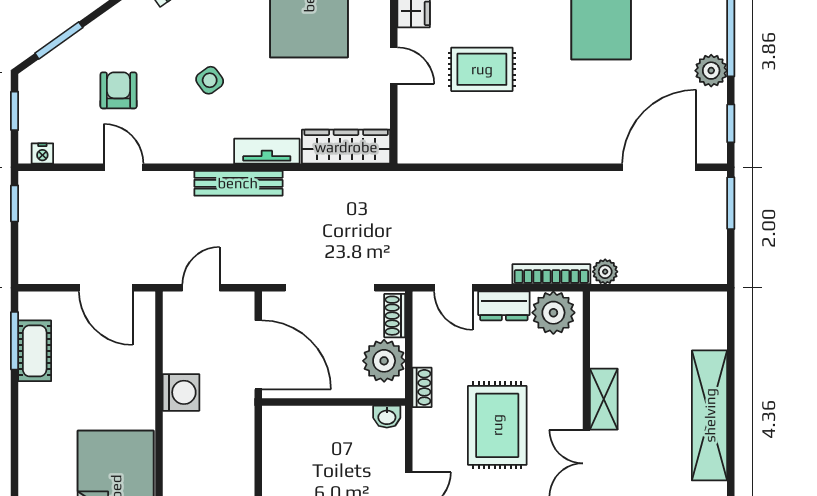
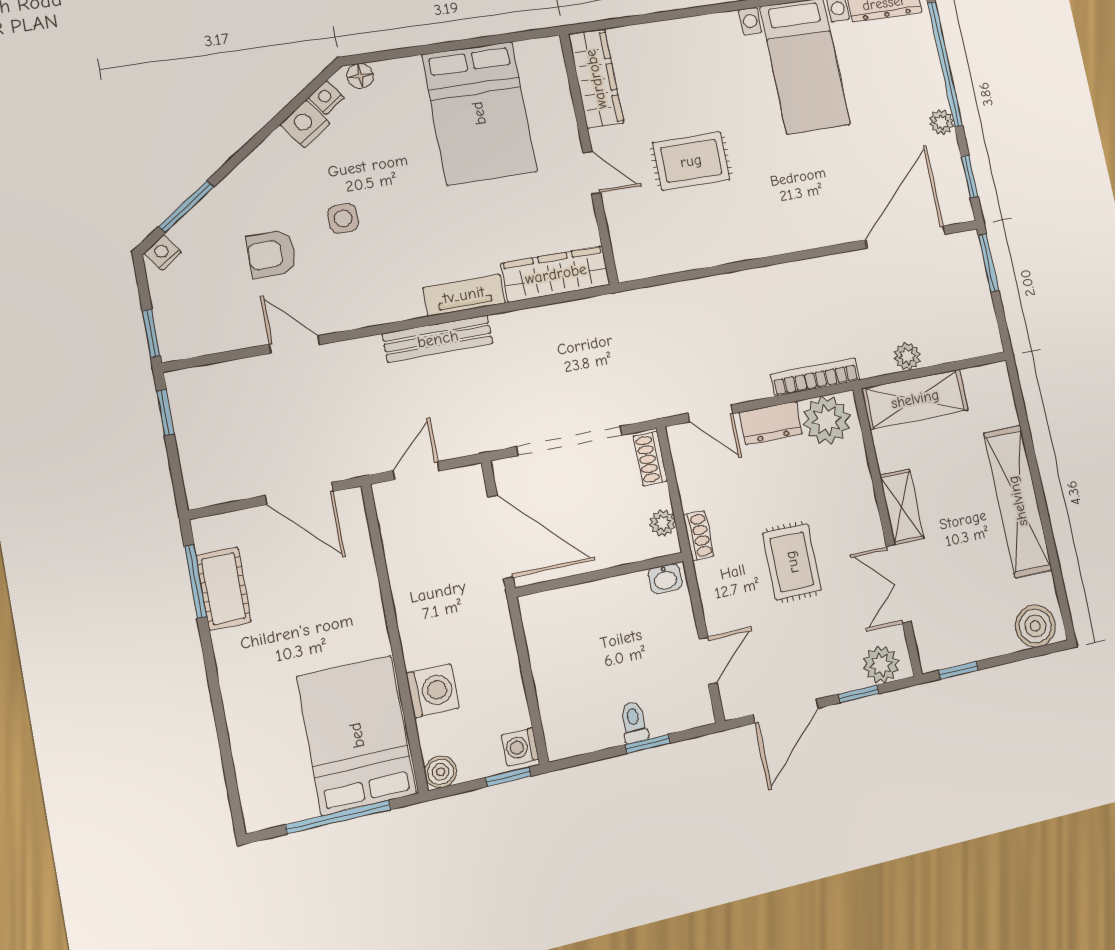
plant: (711, 71) -> (941, 122), width x0.73, depth x0.73
side table: (210, 80) -> (343, 218), moved, turned 36
armchair: (119, 90) -> (271, 254), turned -90
window: (15, 111) -> (151, 333), moved
nightstand: (42, 153) -> (163, 253), moved, turned 145
plant: (605, 272) -> (907, 356), moved
shelving: (636, 310) -> (915, 399), added
plant: (384, 361) -> (662, 523), width x0.53, depth x0.53
washing machine: (181, 392) -> (433, 691), moved
rug: (497, 425) -> (792, 562), width x0.73, depth x0.70

